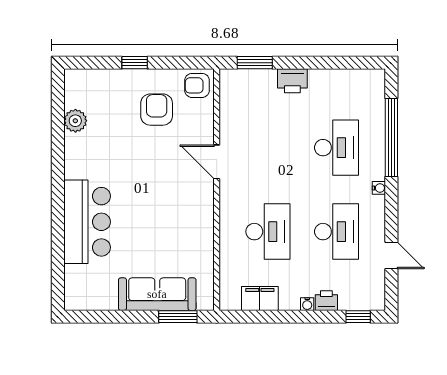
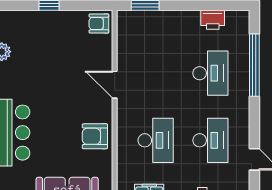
printer: (292, 81) -> (213, 20), moved
armchair: (157, 110) -> (95, 136), moved, turned -90
water cooler: (379, 188) -> (244, 105), removed

